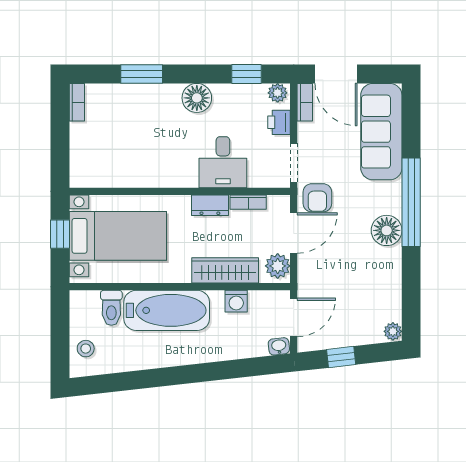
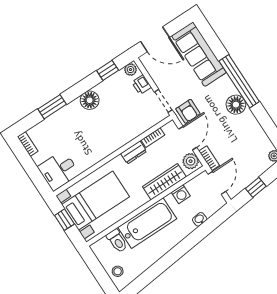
bookcase: (305, 102) -> (209, 158), moved
desk: (223, 162) -> (59, 170), moved, turned 90
washbasin: (279, 346) -> (200, 219), moved

